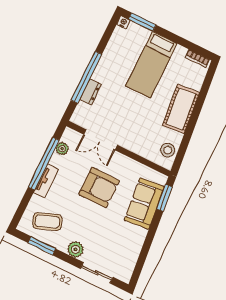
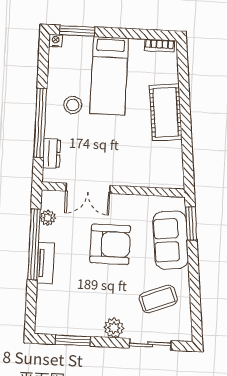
dresser: (91, 92) -> (52, 153), moved
stool: (168, 150) -> (73, 105), moved
coffee table: (47, 222) -> (158, 299), moved

